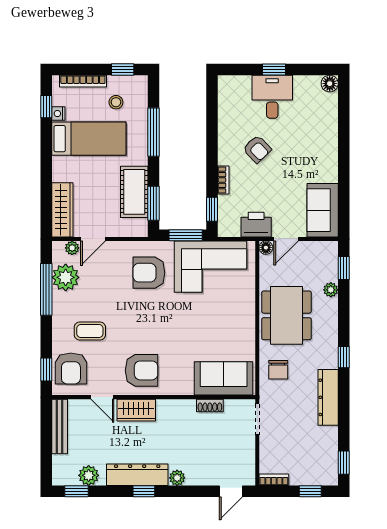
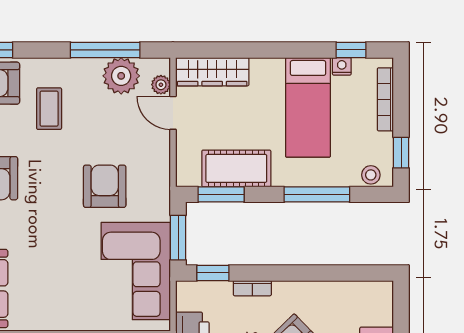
stool: (116, 102) -> (371, 175), moved
armchair: (149, 273) -> (105, 186), moved

